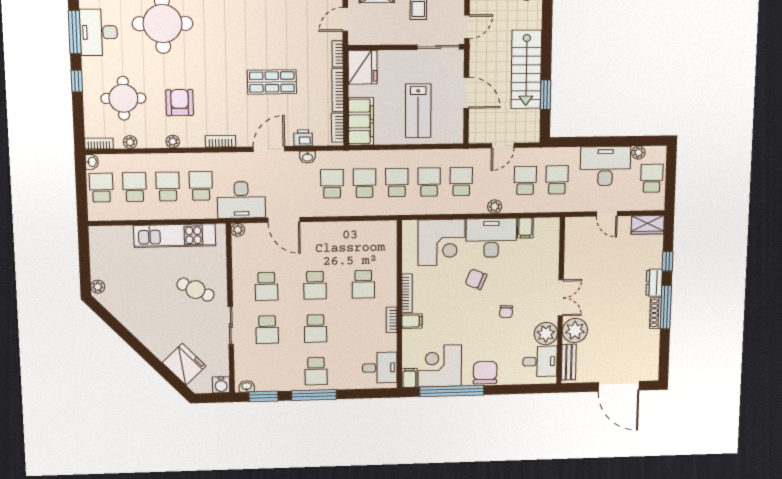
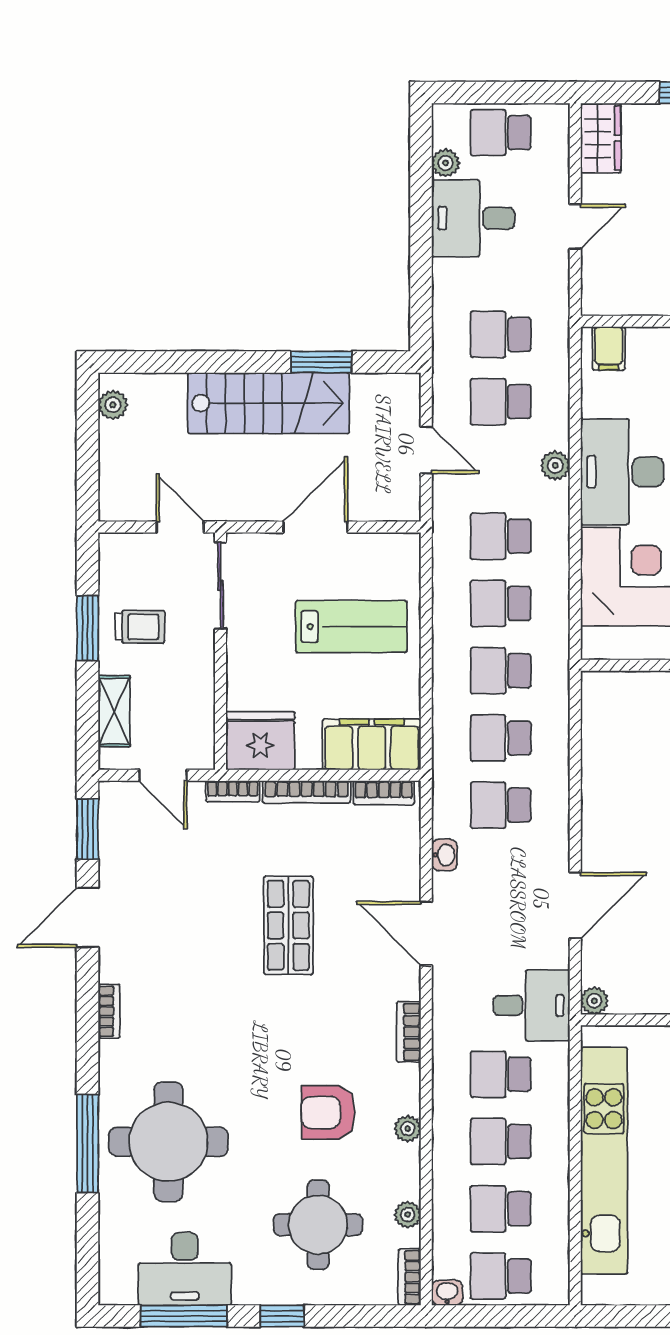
printer: (303, 138) -> (404, 863), removed
desk: (605, 166) -> (473, 218), width x0.73
desk: (241, 200) -> (532, 1005), width x0.73
filing cabinet: (525, 228) -> (609, 348), moved, turned 90
kitchen unit: (175, 236) -> (604, 1161), width x1.36

